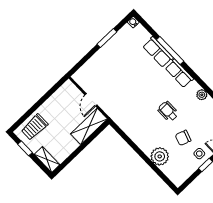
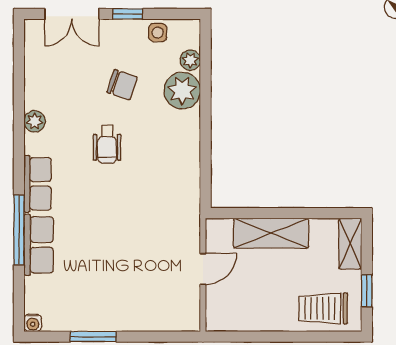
shelving: (89, 126) -> (271, 233), moved
trolley: (34, 127) -> (323, 308), turned 180
side table: (199, 154) -> (158, 33), moved
plant: (167, 170) -> (190, 60), added

